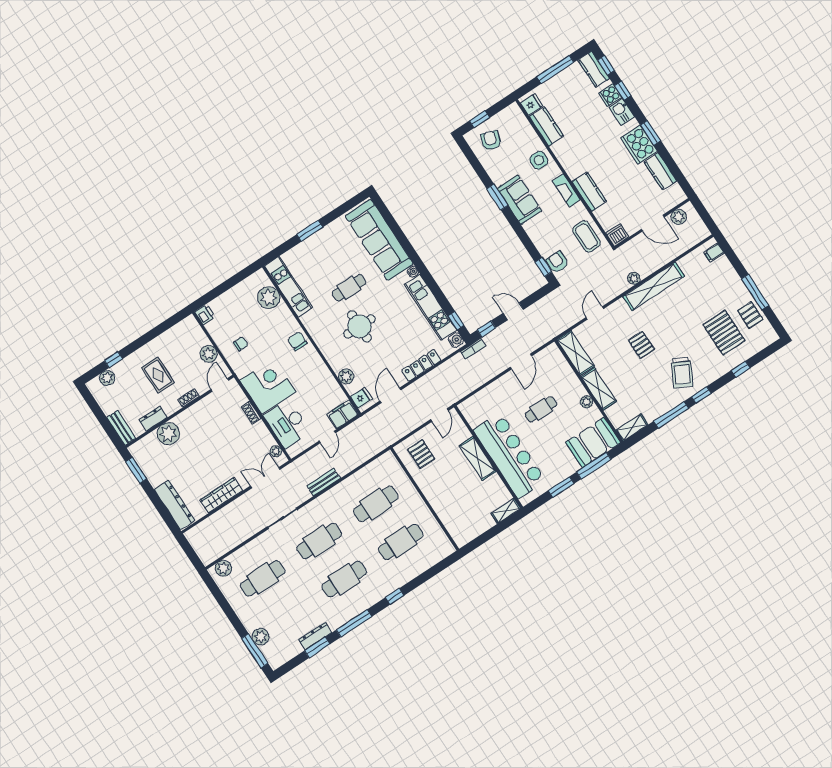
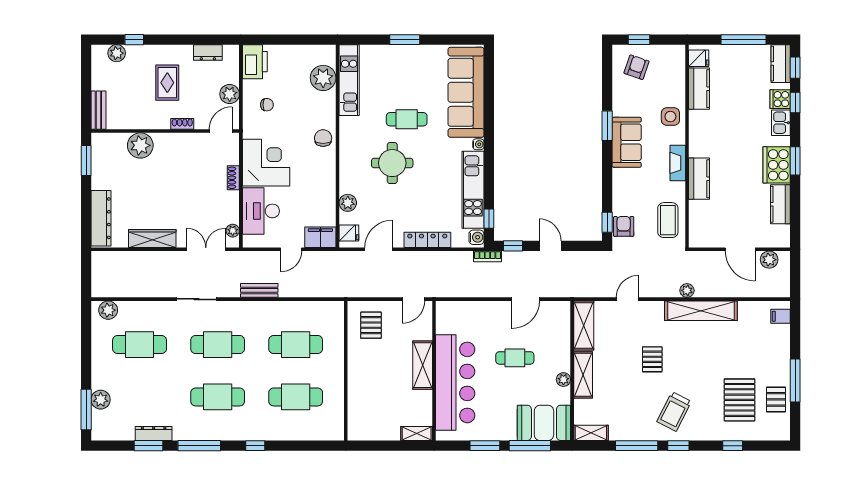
dishwasher: (617, 235) -> (699, 238), removed
printer: (205, 314) -> (255, 62), width x1.87, depth x1.48
dresser: (153, 419) -> (208, 52), moved, turned 180

